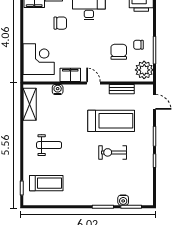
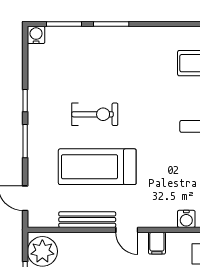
filing cabinet: (70, 75) -> (157, 243), width x0.50
bench: (122, 89) -> (87, 220), width x1.36
water cooler: (123, 200) -> (36, 35), moved

